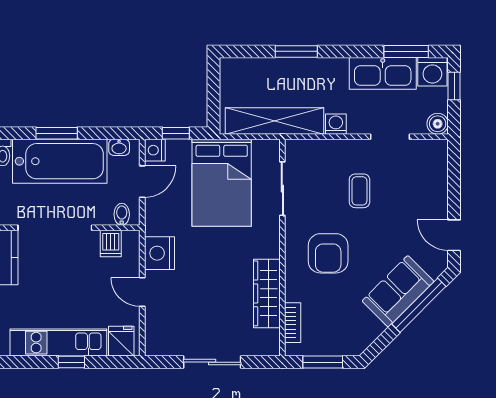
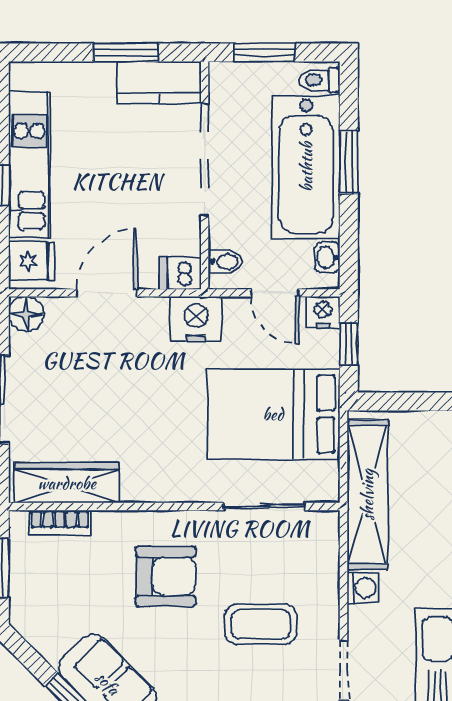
coffee table: (359, 191) -> (261, 624), width x1.36, depth x1.30
dishwasher: (111, 244) -> (181, 273), moved
nightstand: (159, 253) -> (196, 319), moved
armchair: (328, 253) -> (166, 576), turned 180
door: (142, 292) -> (107, 293), width x1.38
wardrobe: (267, 293) -> (67, 483), moved
floor lamp: (156, 345) -> (26, 314), added

